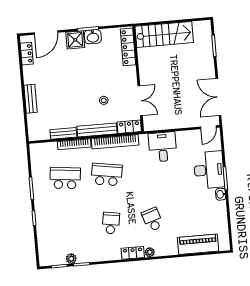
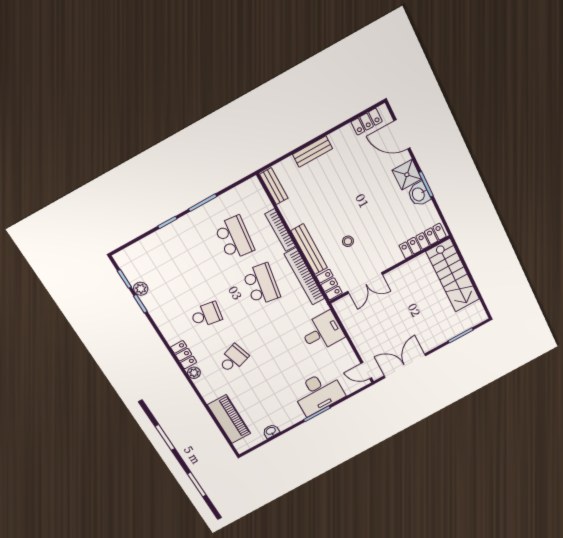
bench: (63, 133) -> (274, 186), moved
washbasin: (221, 194) -> (271, 431), moved

